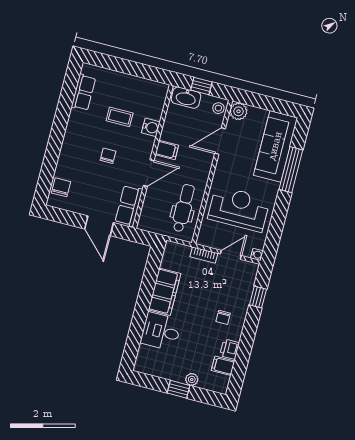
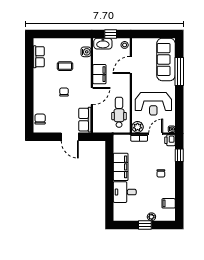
plant: (238, 111) -> (138, 127), moved
water cooler: (151, 127) -> (86, 52), moved
filing cabinet: (167, 150) -> (99, 74), width x2.00
reception desk: (239, 209) -> (153, 104), turned 180
printer: (229, 349) -> (170, 140), moved

